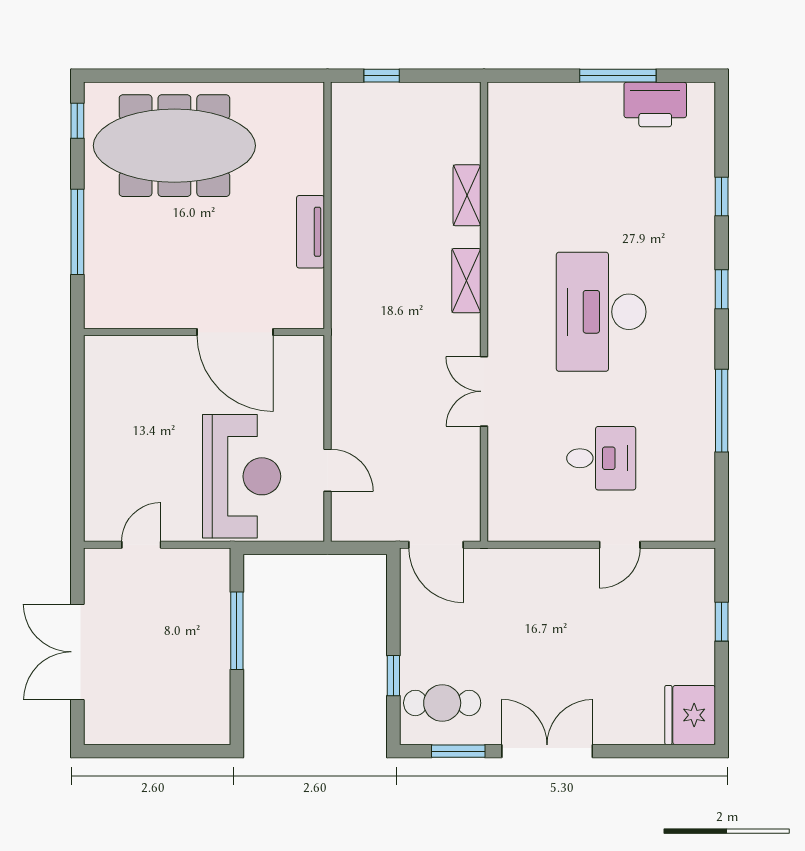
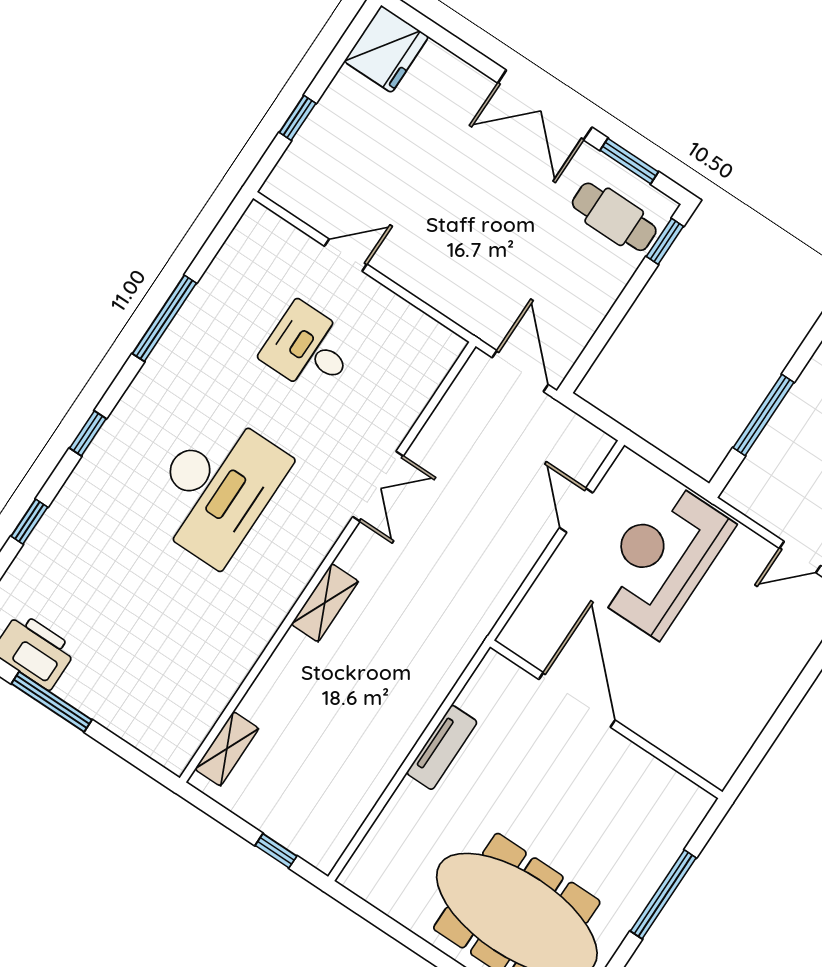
shelving: (467, 195) -> (227, 749), moved
window: (393, 676) -> (665, 241), moved

